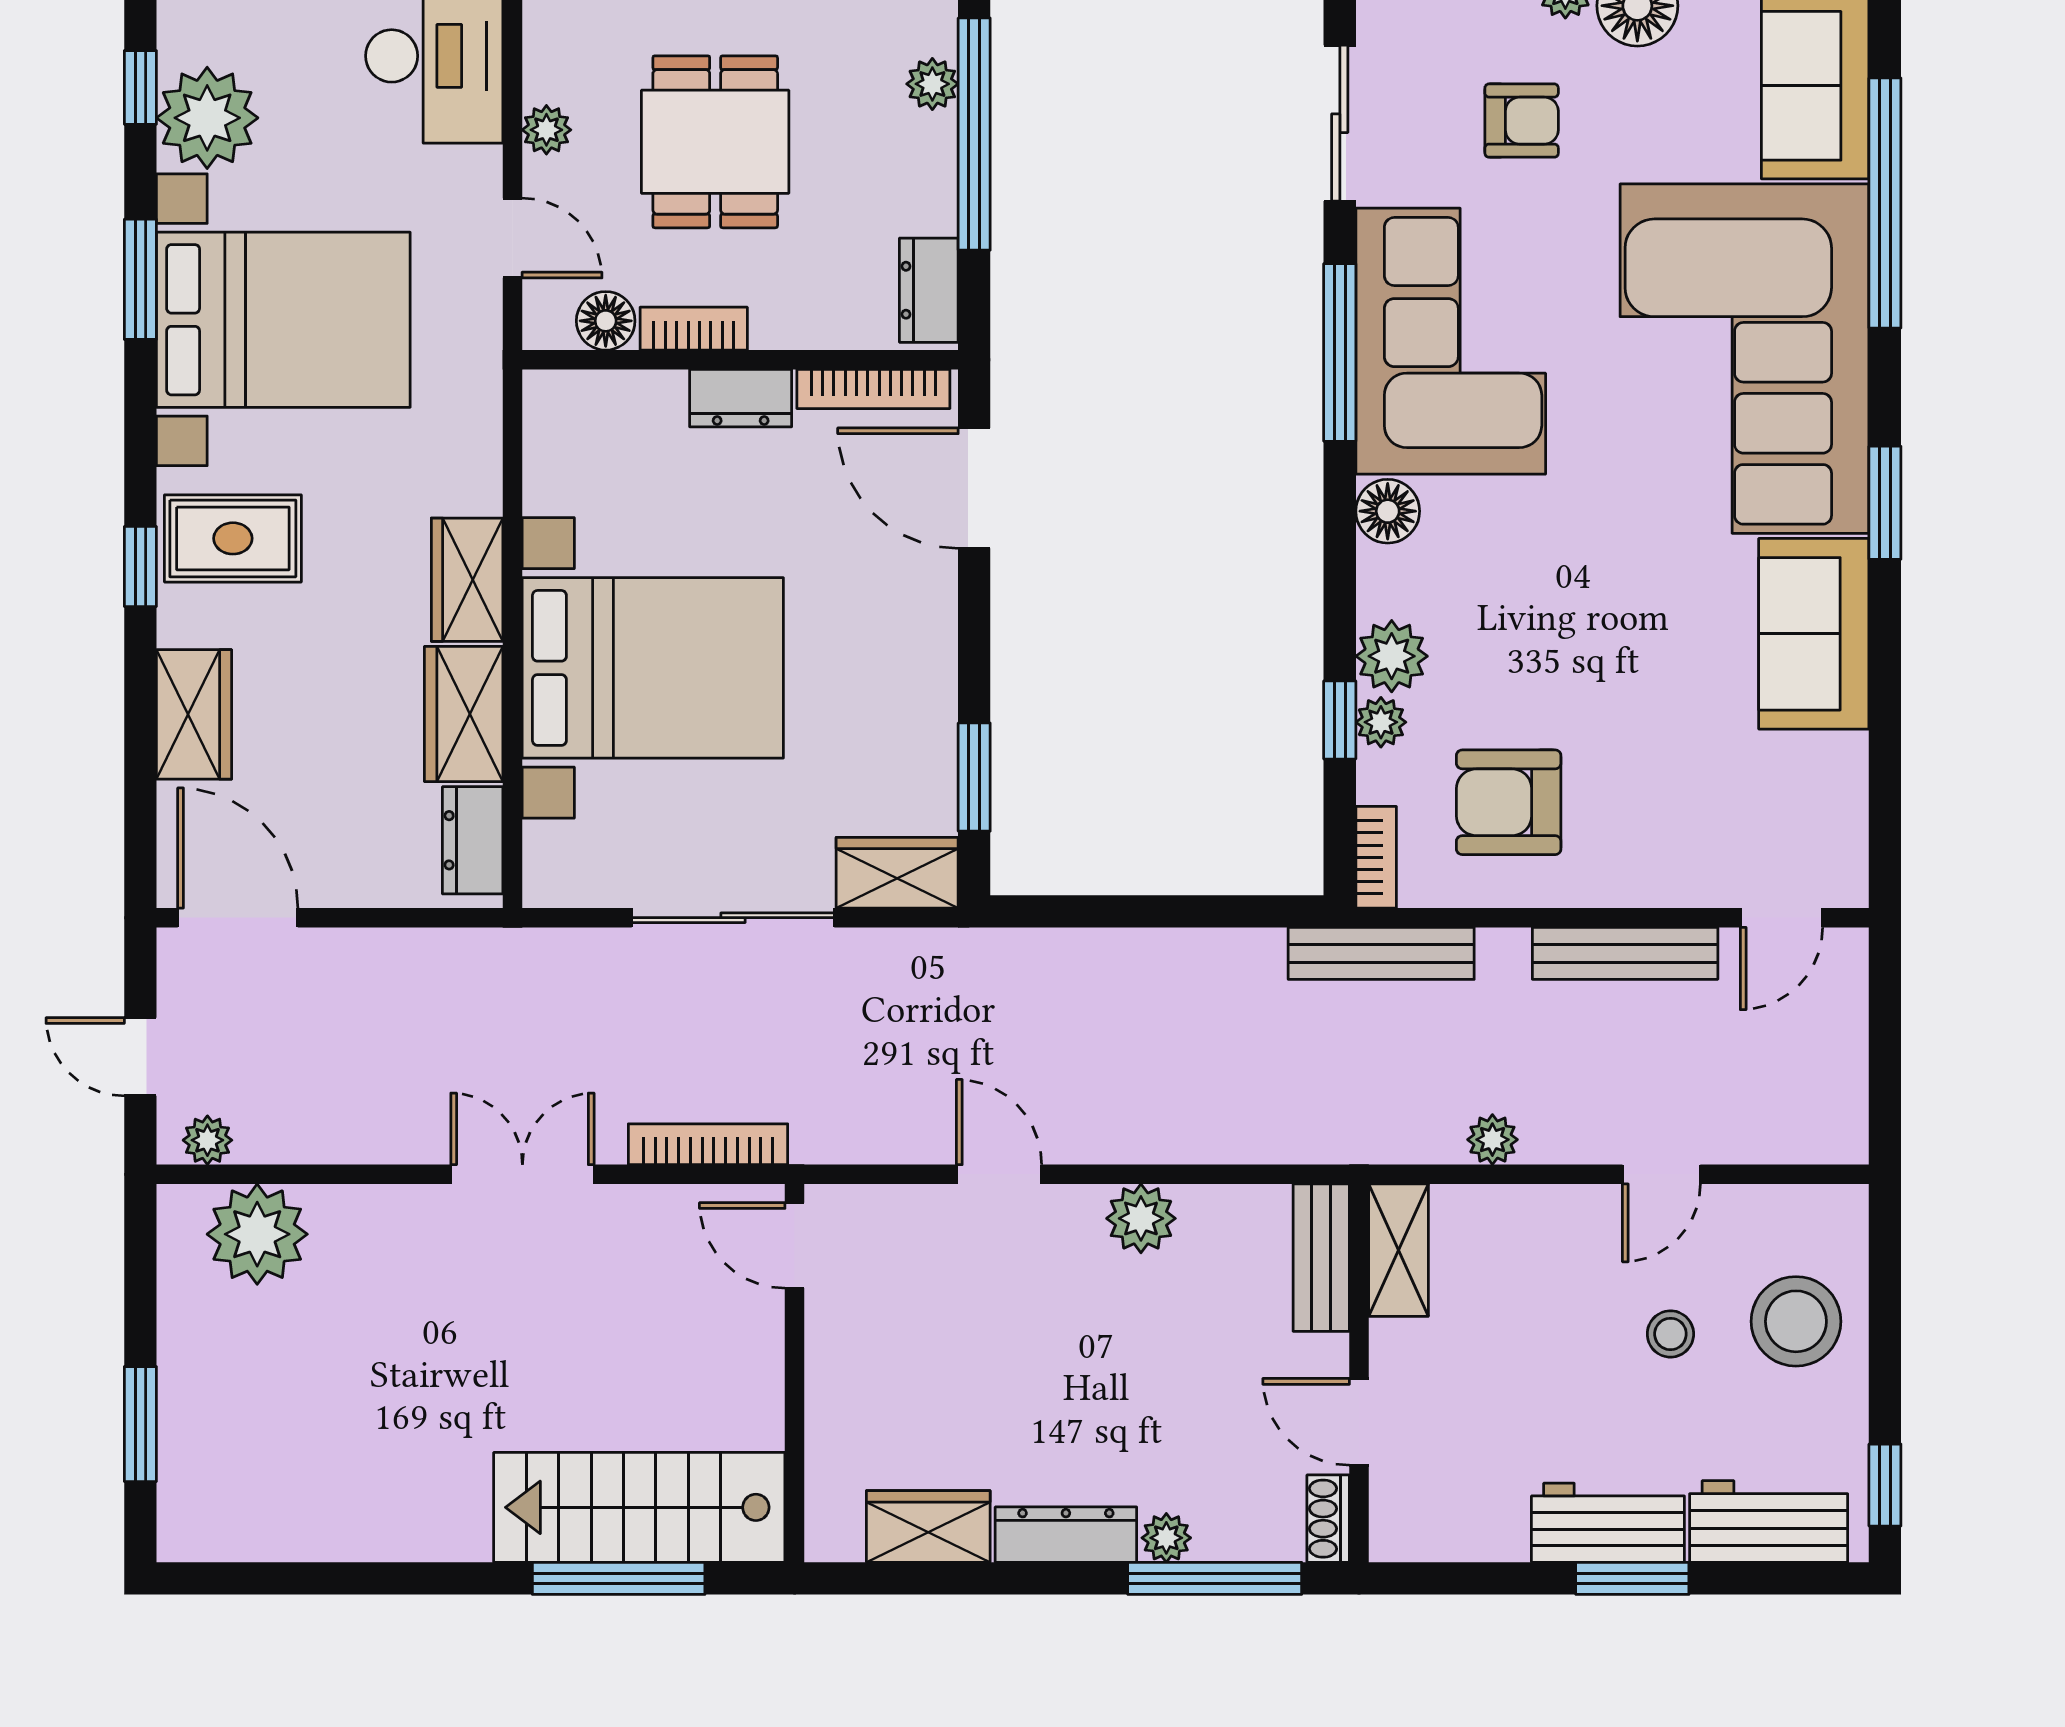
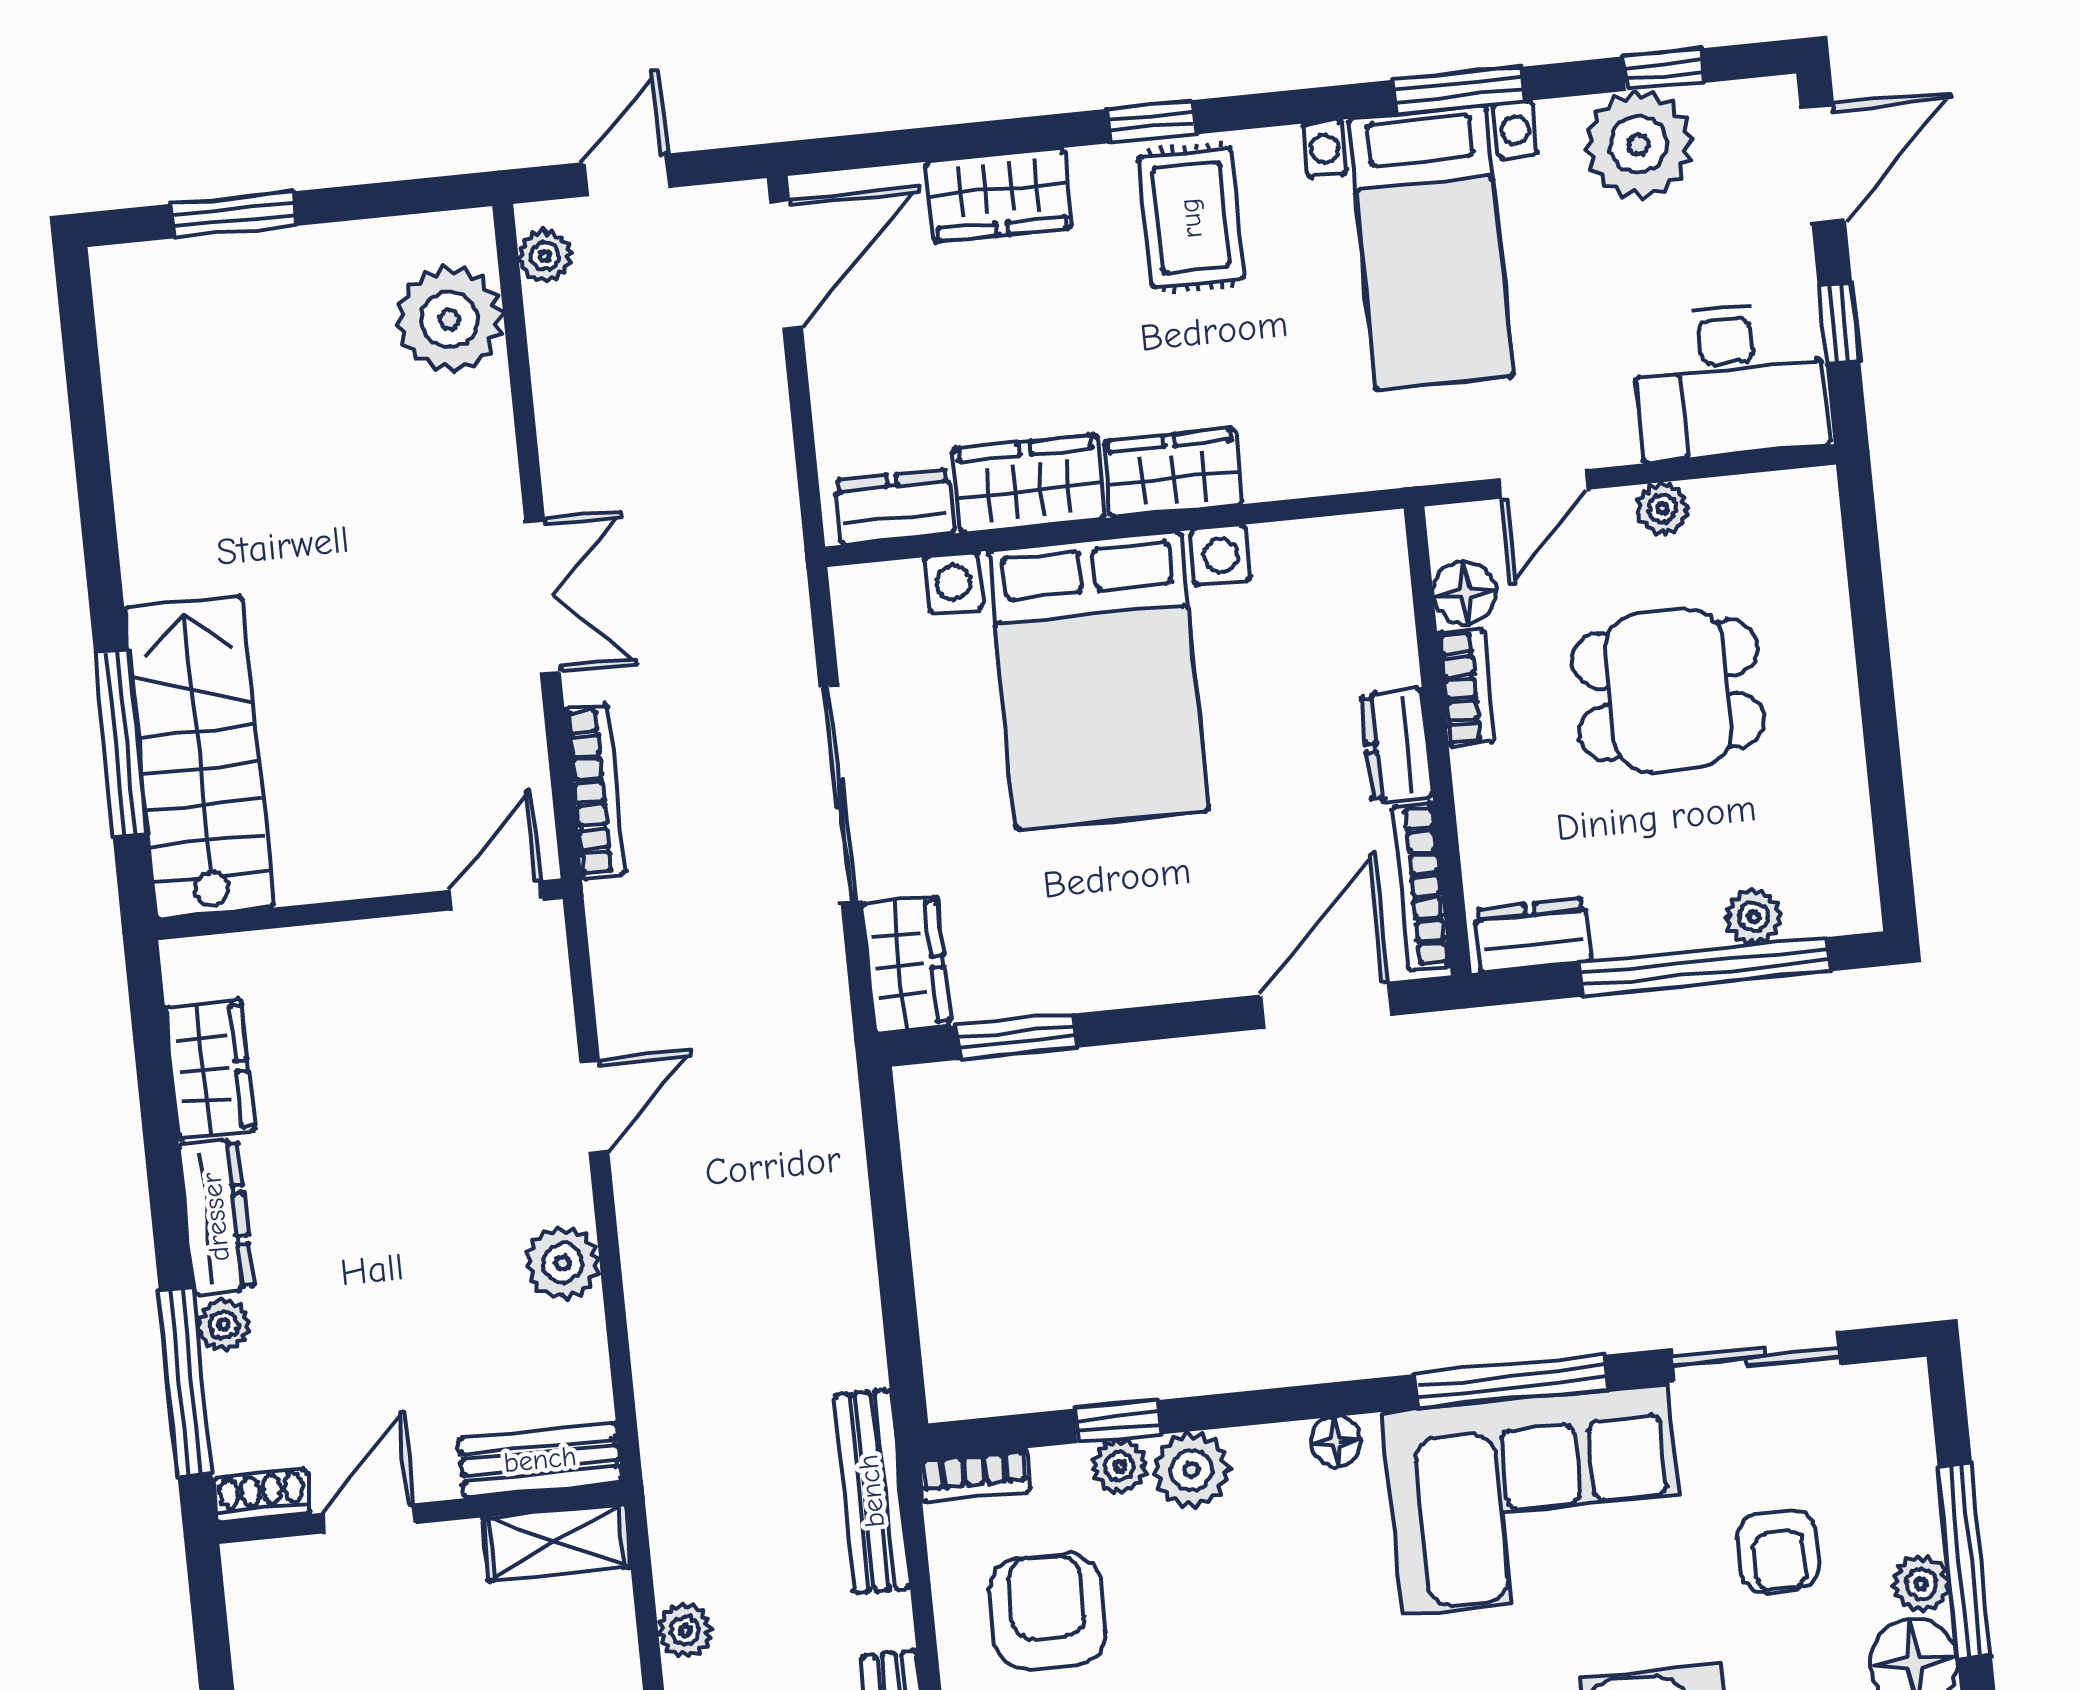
bed with nightstands: (283, 320) -> (1431, 248), width x0.73
floor lamp: (1388, 511) -> (1336, 1442), width x0.73, depth x0.73

